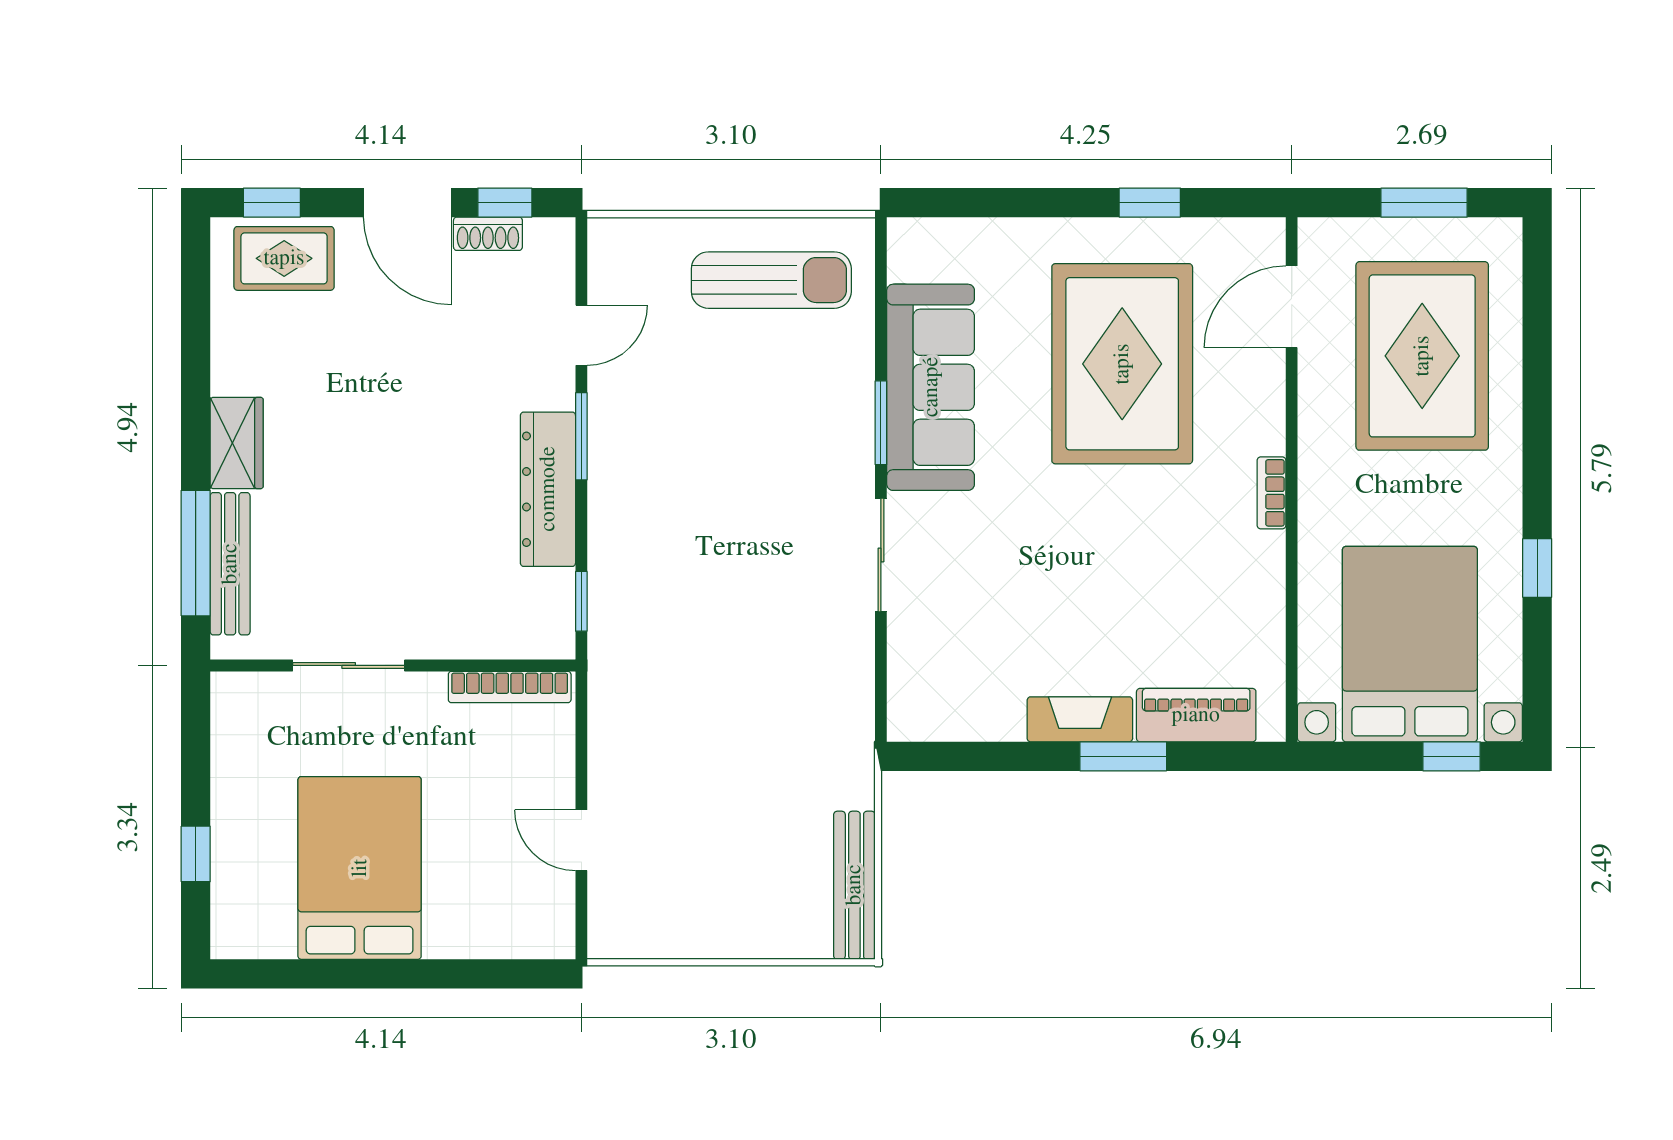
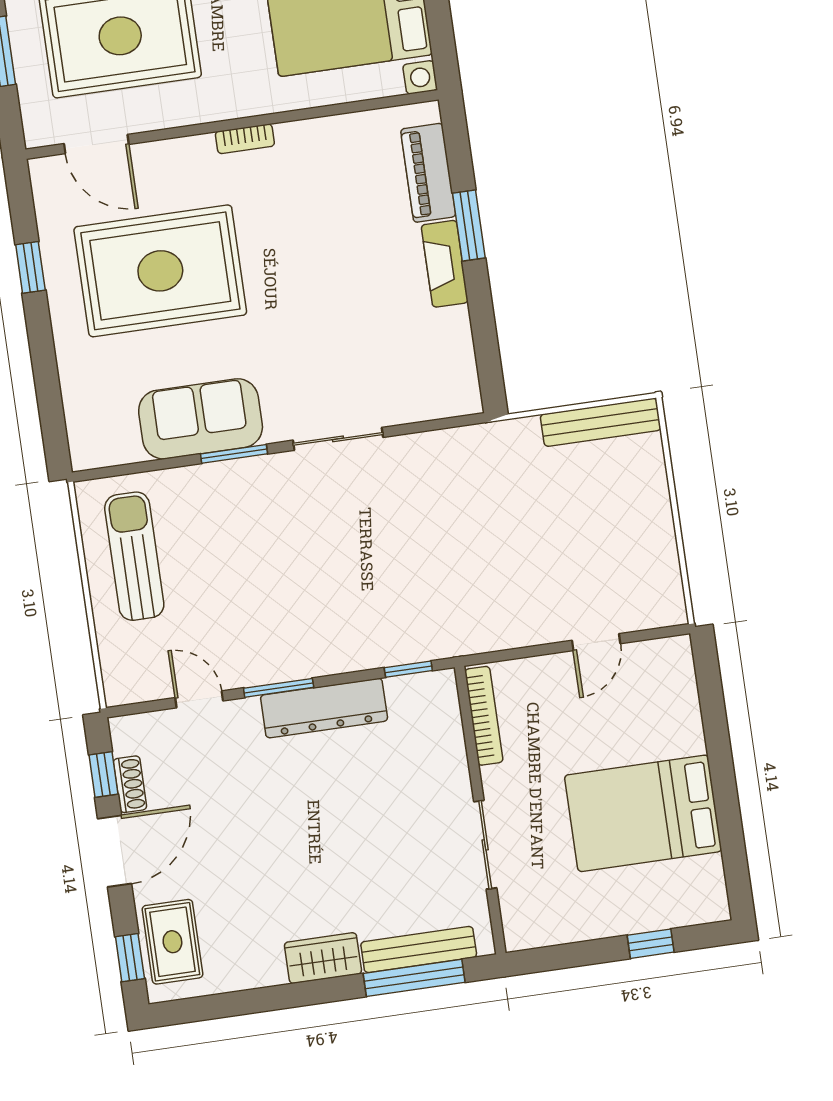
sofa: (931, 387) -> (201, 419), width x0.73

